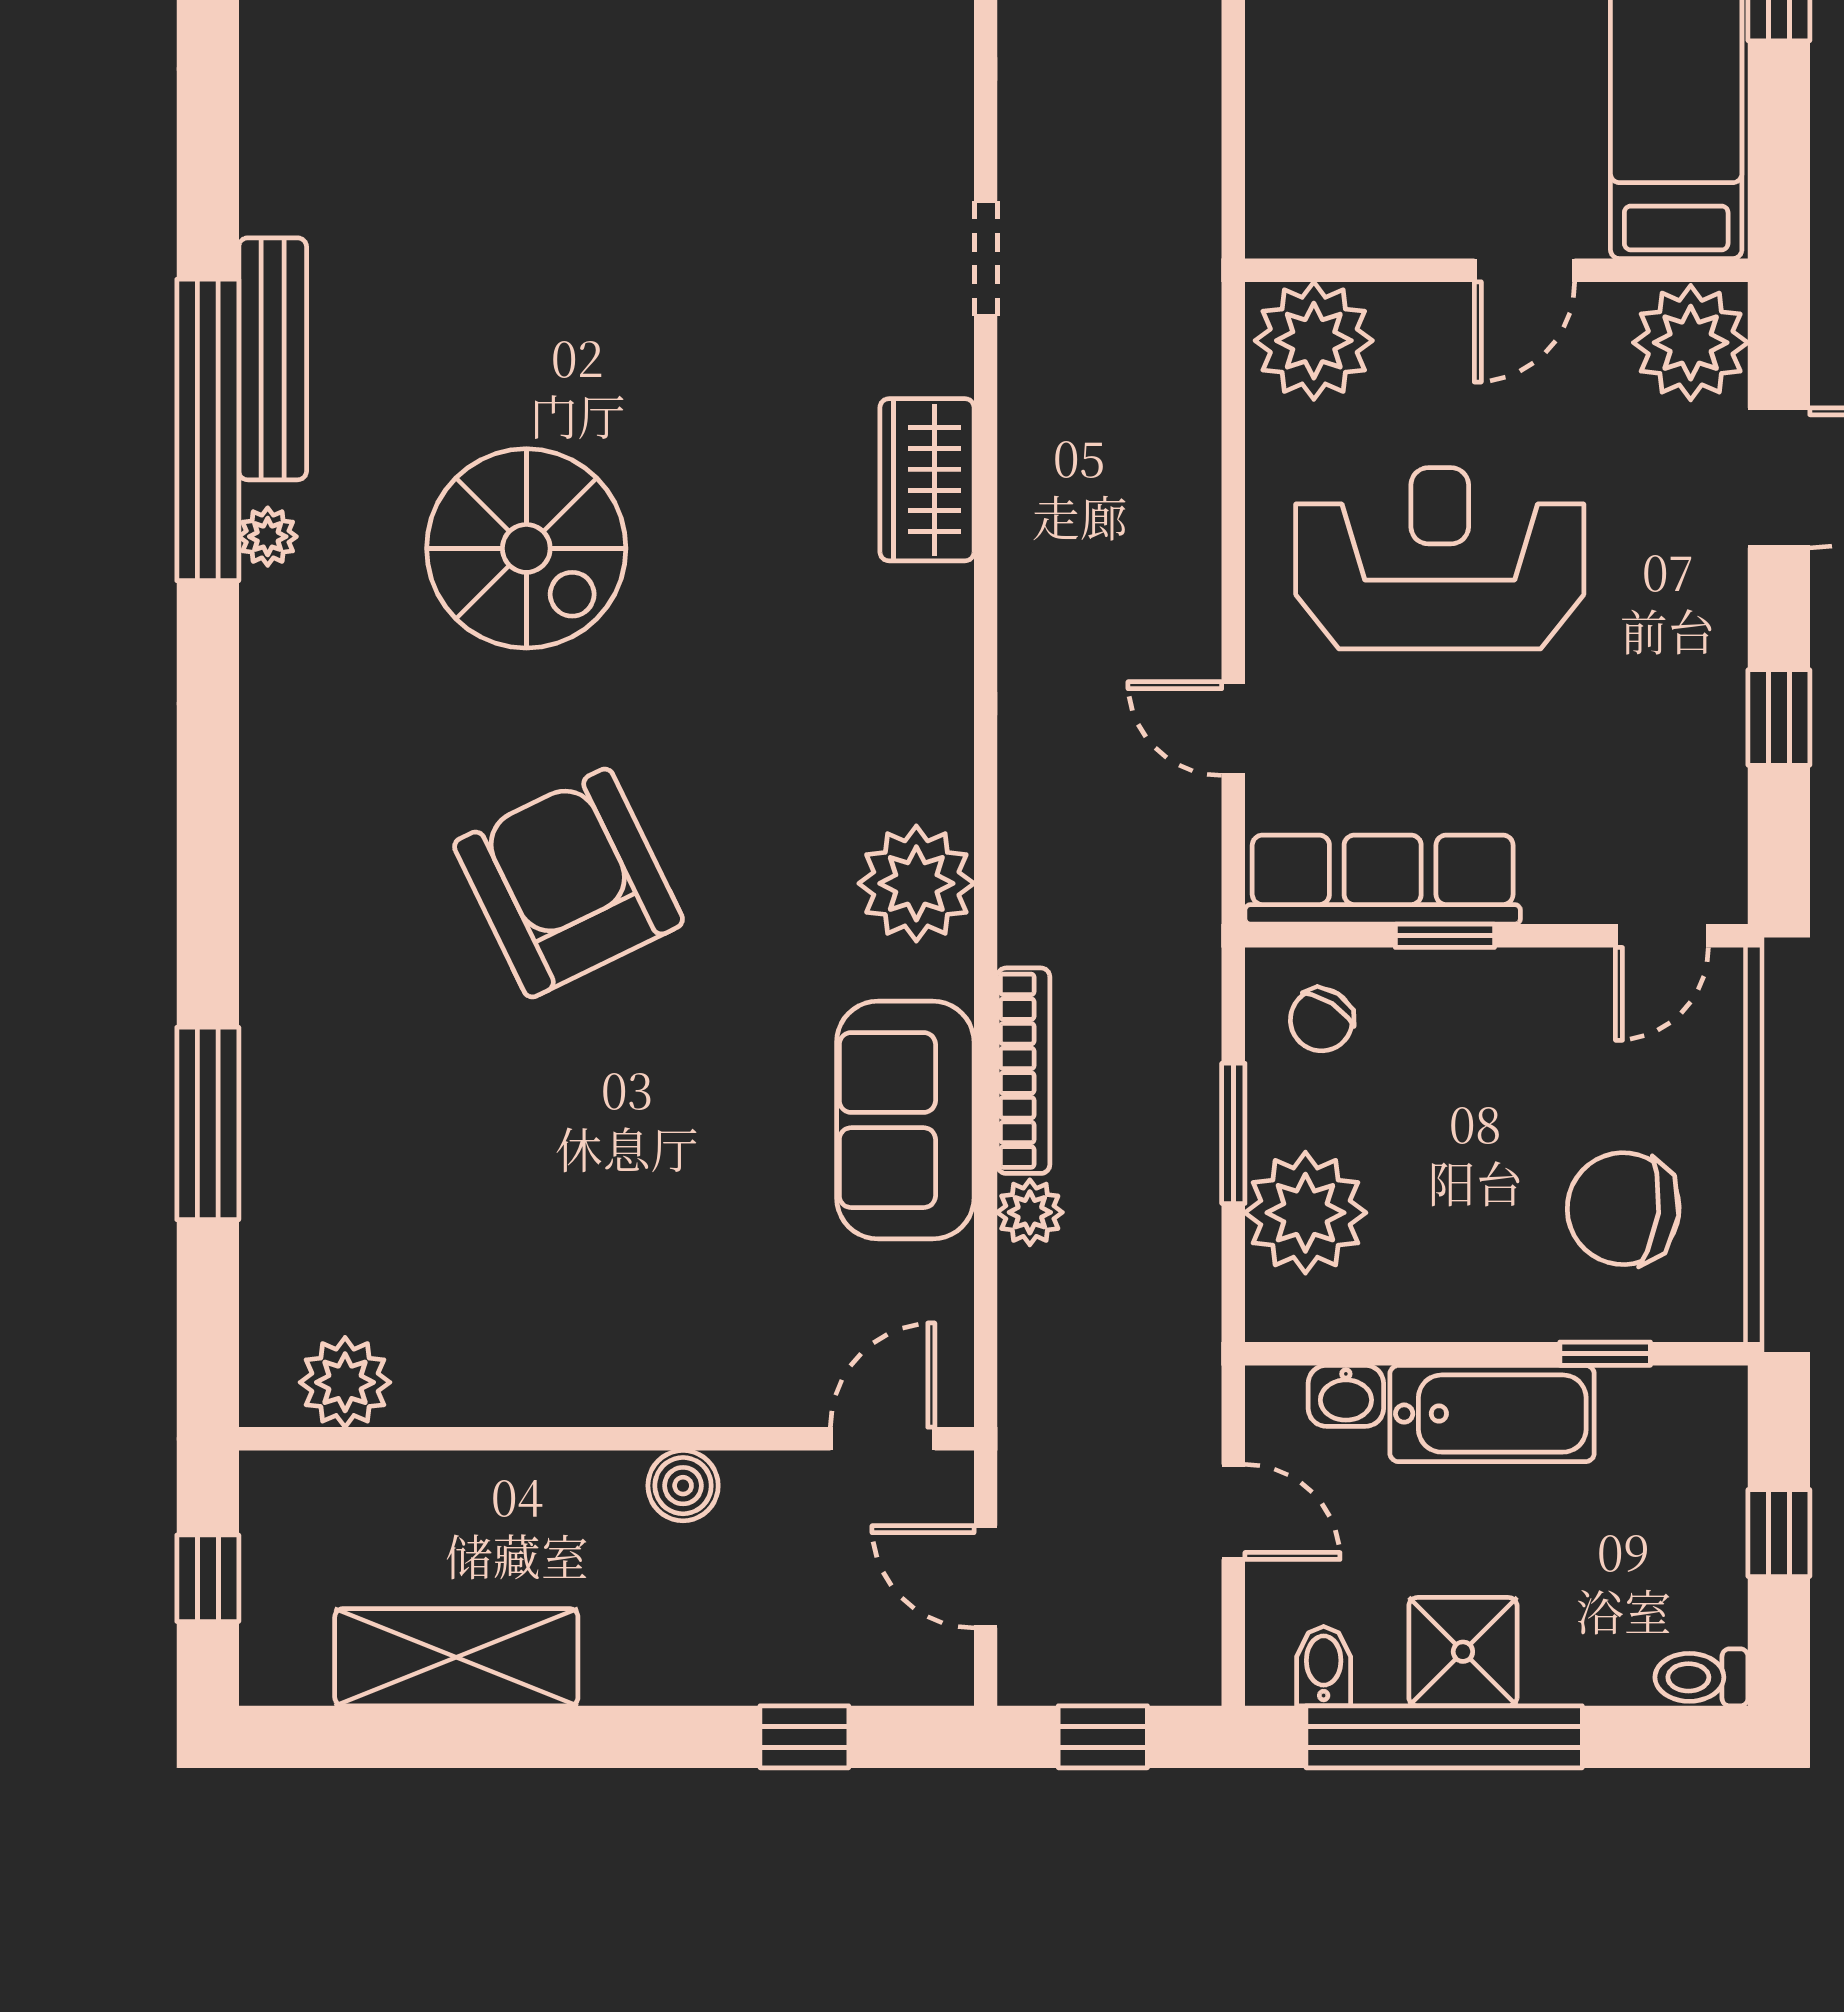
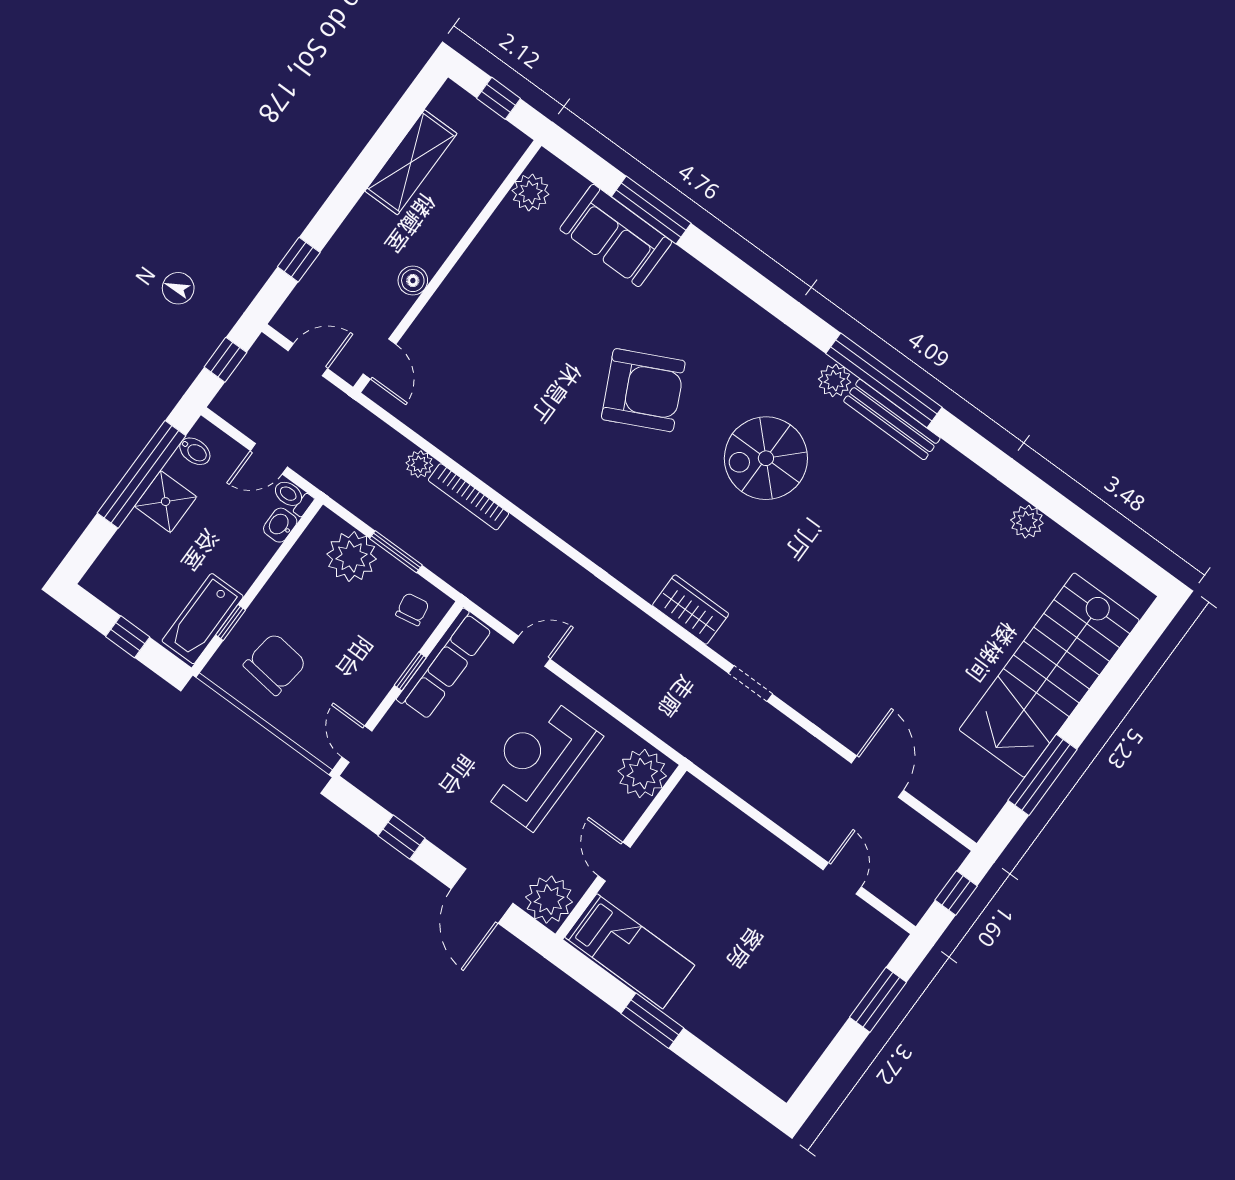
plant: (268, 537) -> (834, 381), width x1.38, depth x1.38
reception desk: (1440, 558) -> (538, 762), turned 180
plant: (916, 883) -> (558, 507), removed
chair: (1321, 1020) -> (412, 609), turned 47
sofa: (905, 1120) -> (616, 235), moved, turned 180
bathtub: (1492, 1414) -> (203, 619), moved
toilet: (1701, 1677) -> (293, 497), moved, turned -90

